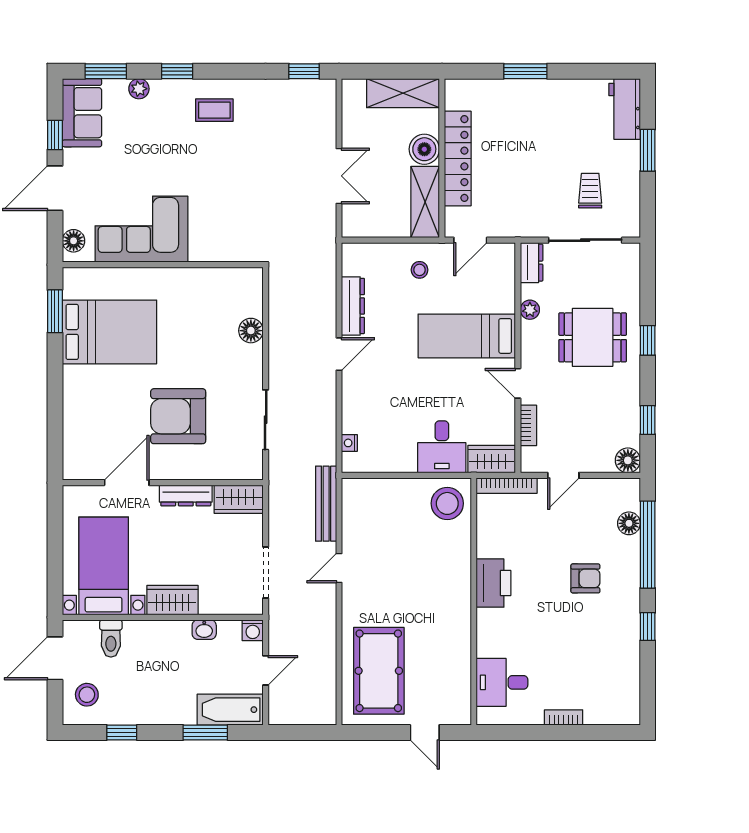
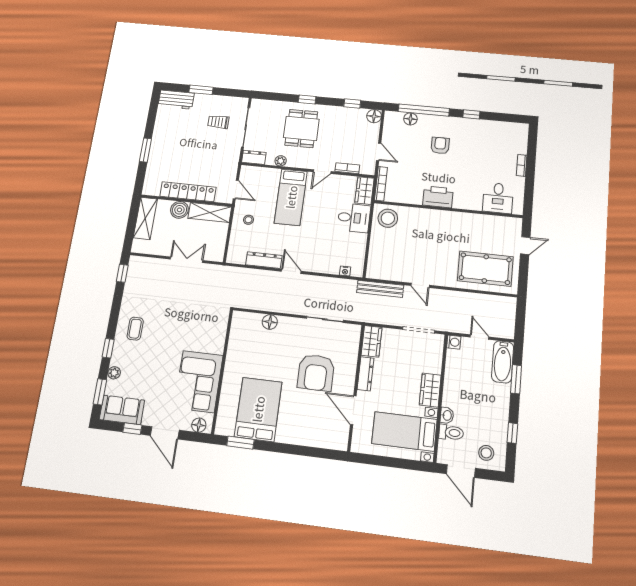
washbasin: (204, 630) -> (447, 415), moved

